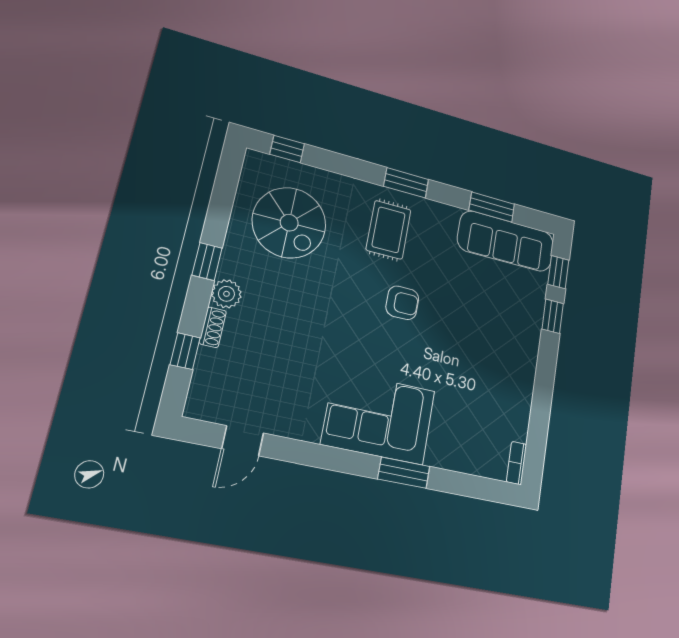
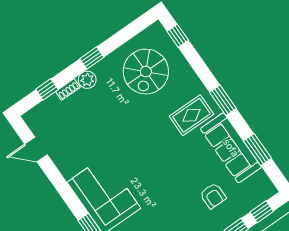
sofa: (506, 241) -> (231, 148), moved
armchair: (402, 303) -> (213, 196), moved

